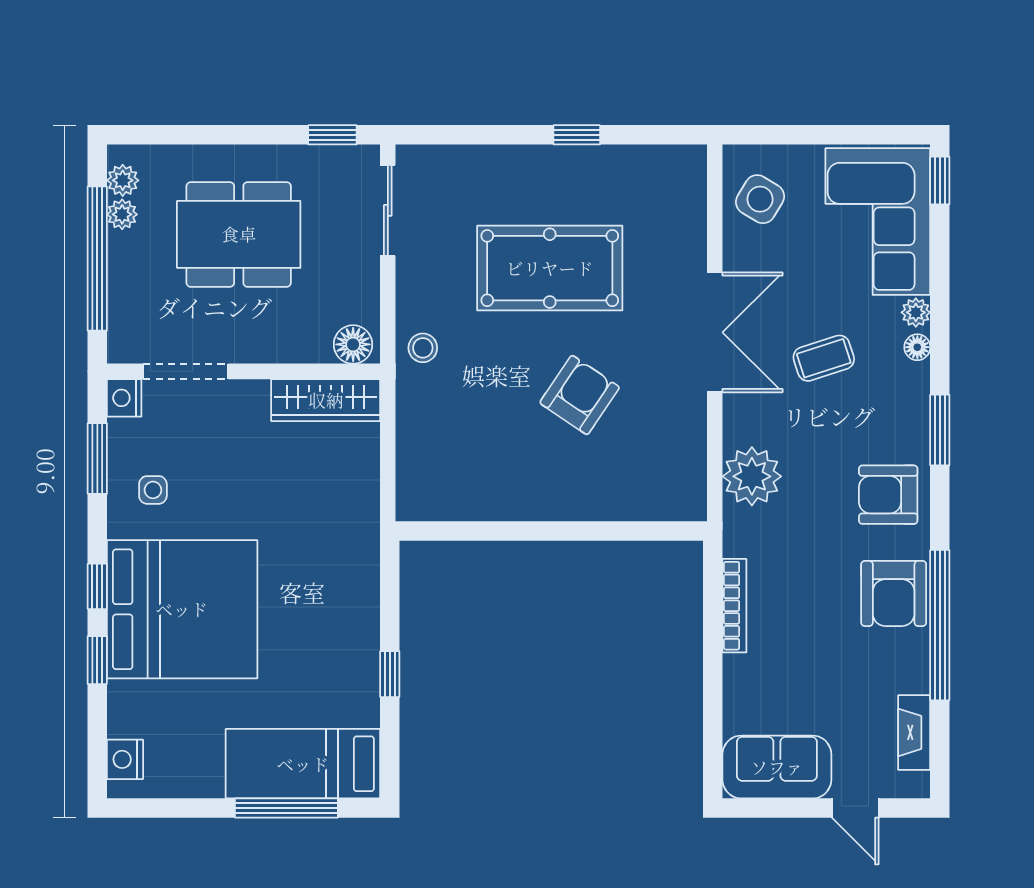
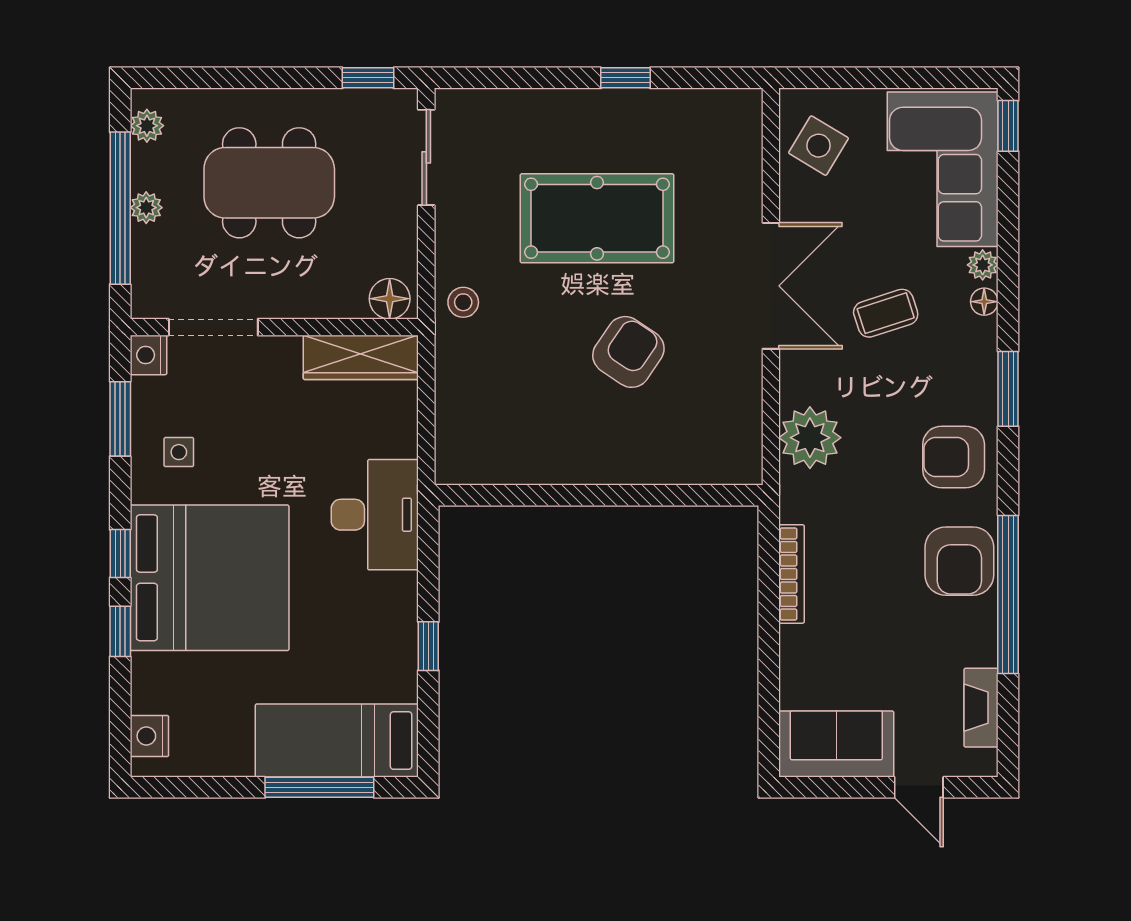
plant: (122, 214) -> (146, 208), moved
desk: (339, 549) -> (375, 515), added

